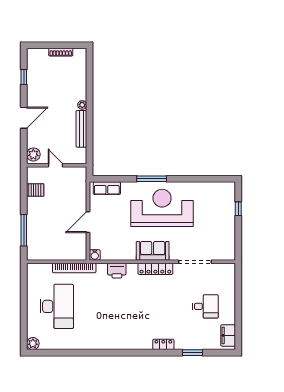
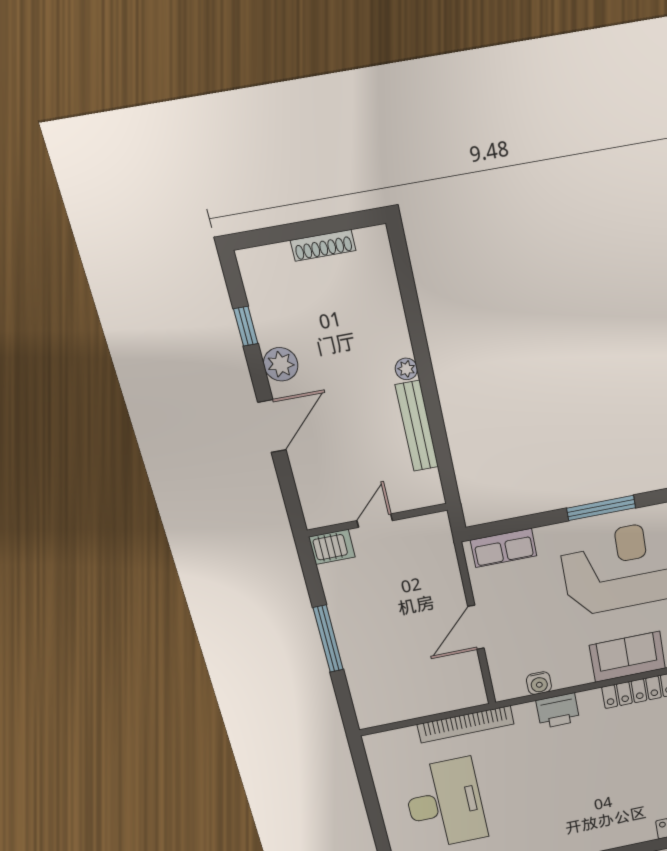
plant: (33, 154) -> (281, 364), moved
door: (55, 165) -> (375, 521), hinge flipped
server rack: (35, 190) -> (332, 547), moved
window: (24, 230) -> (328, 639), moved
water cooler: (95, 255) -> (539, 683), moved

